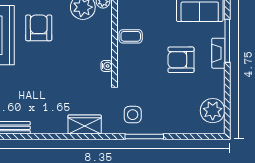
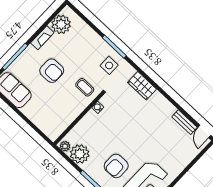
coffee table: (131, 36) -> (85, 87), moved
fireplace: (218, 53) -> (42, 38), moved

